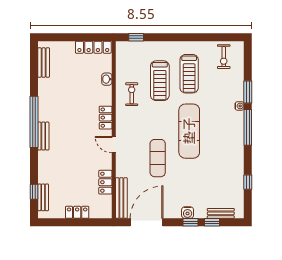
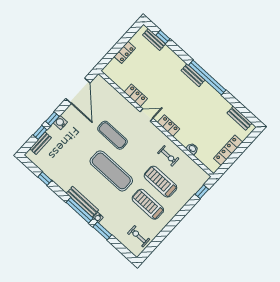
locker: (93, 47) -> (228, 150), moved
locker: (105, 182) -> (136, 95), moved
bench: (121, 198) -> (82, 202), moved

